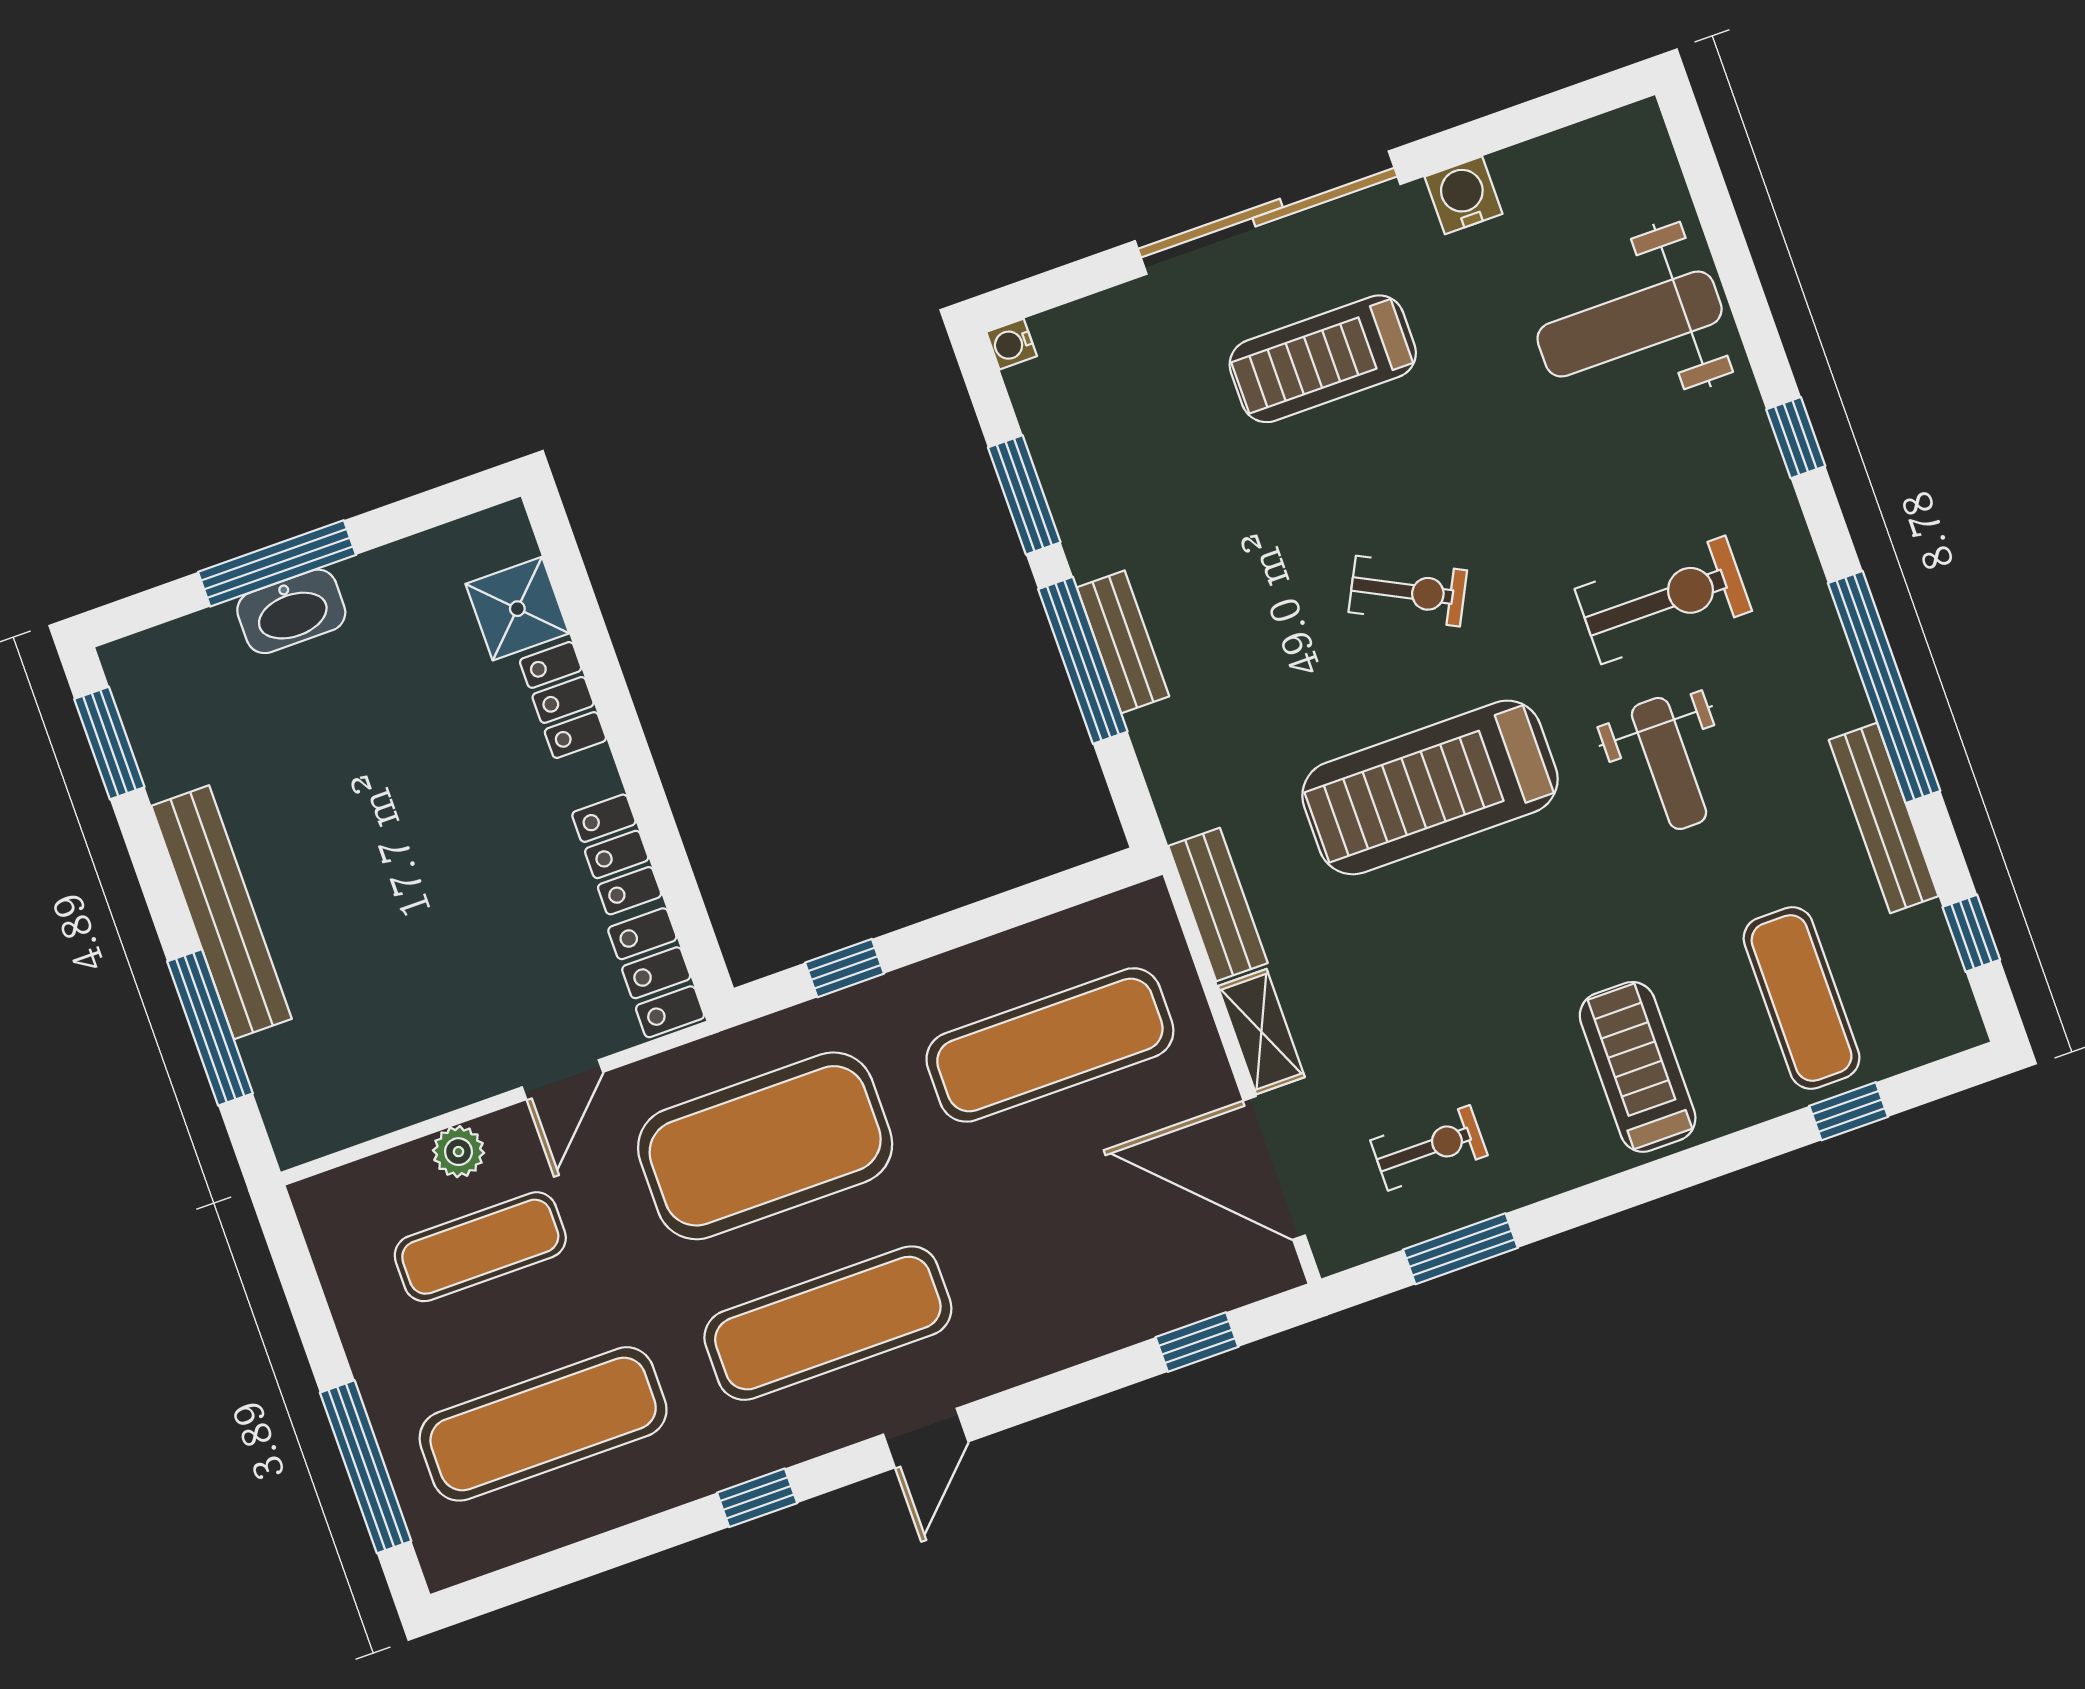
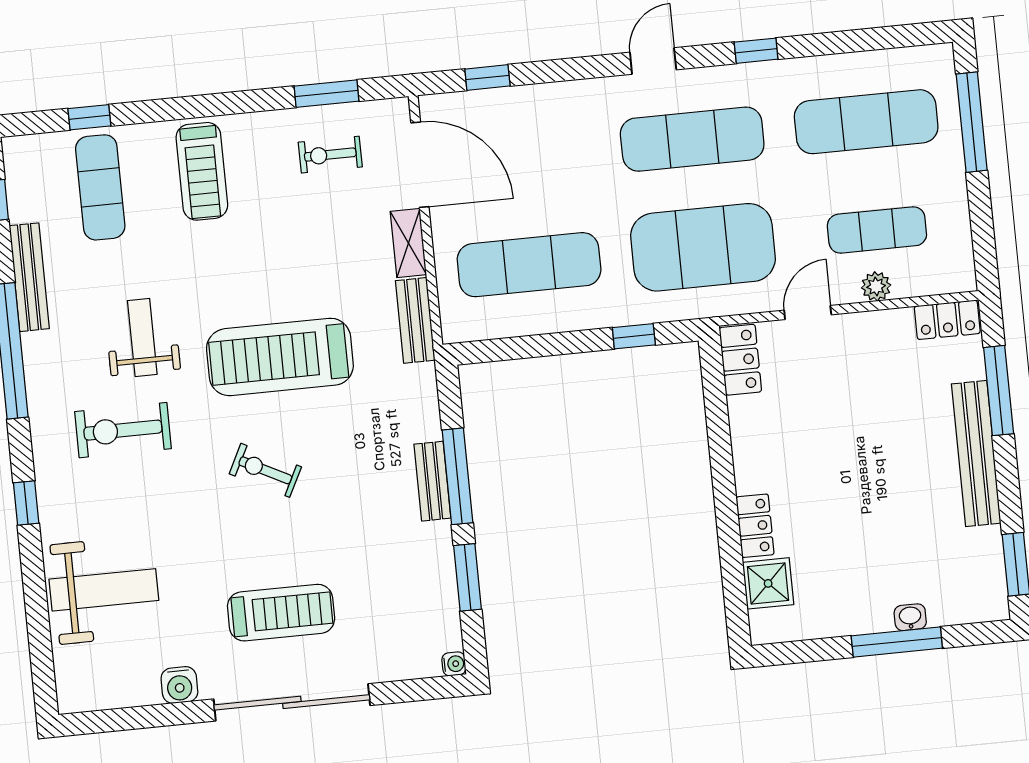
washbasin: (291, 611) -> (910, 617), width x0.52, depth x0.69
treadmill: (1430, 787) -> (280, 357), turned 180
locker: (617, 854) -> (947, 320), moved, turned 90

